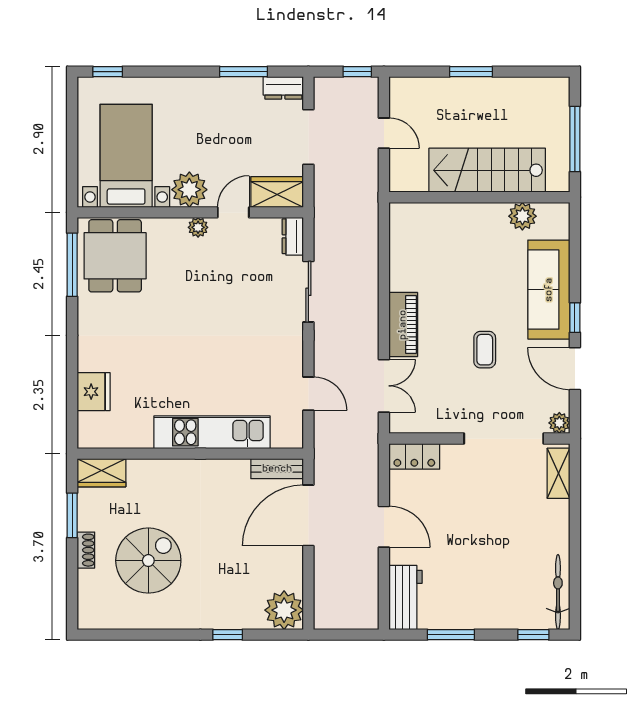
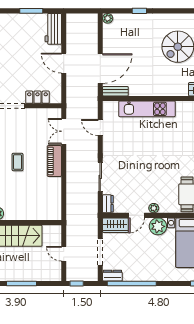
window: (244, 72) -> (132, 284), width x2.11
window: (471, 72) -> (22, 284), width x1.44
coffee table: (485, 350) -> (17, 162), moved
locker: (414, 456) -> (37, 97), moved
plant: (284, 610) -> (108, 18), width x0.53, depth x0.53

